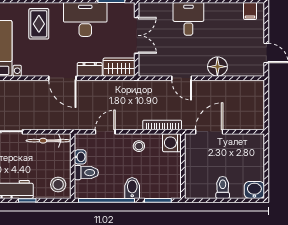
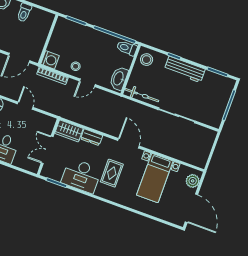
rug: (39, 24) -> (112, 173), moved
door: (62, 78) -> (129, 143), moved
door: (105, 132) -> (87, 83), moved
washbasin: (80, 157) -> (119, 78), width x1.91, depth x1.45
toilet: (86, 173) -> (127, 48), moved
bidet: (132, 188) -> (92, 37), removed

